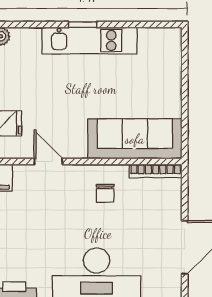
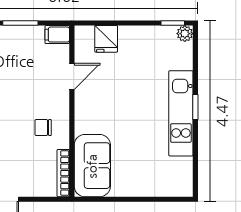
sofa: (135, 139) -> (92, 166), width x0.73

